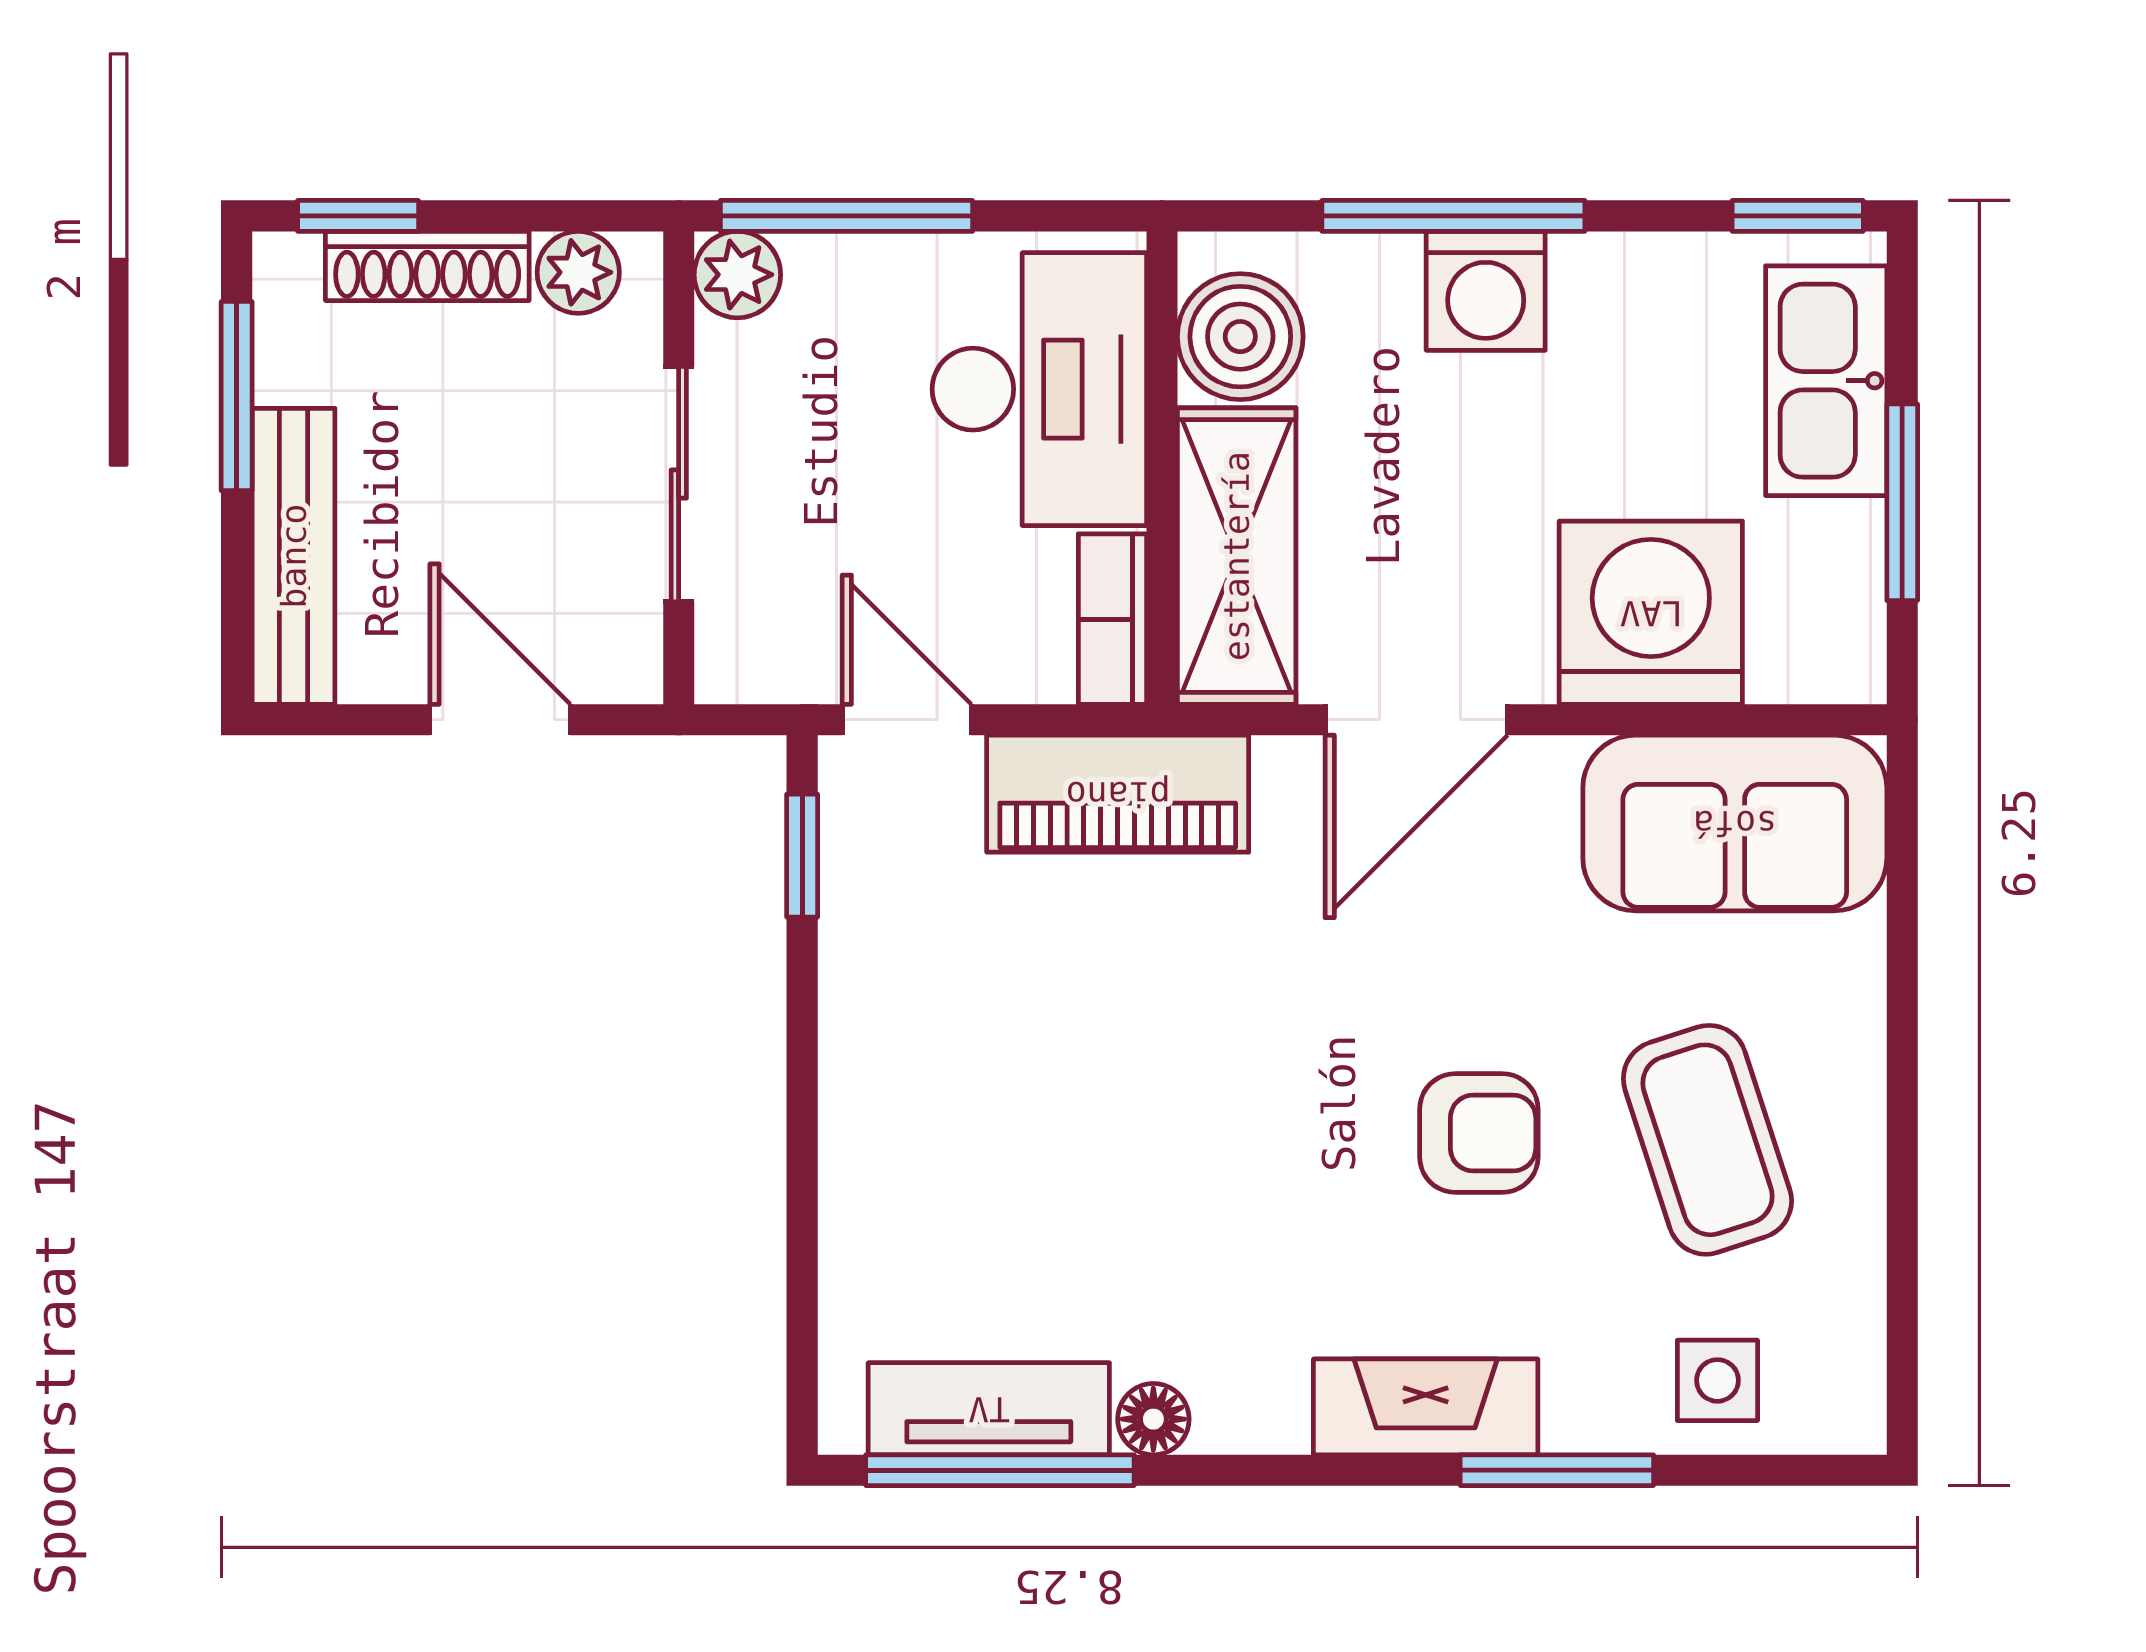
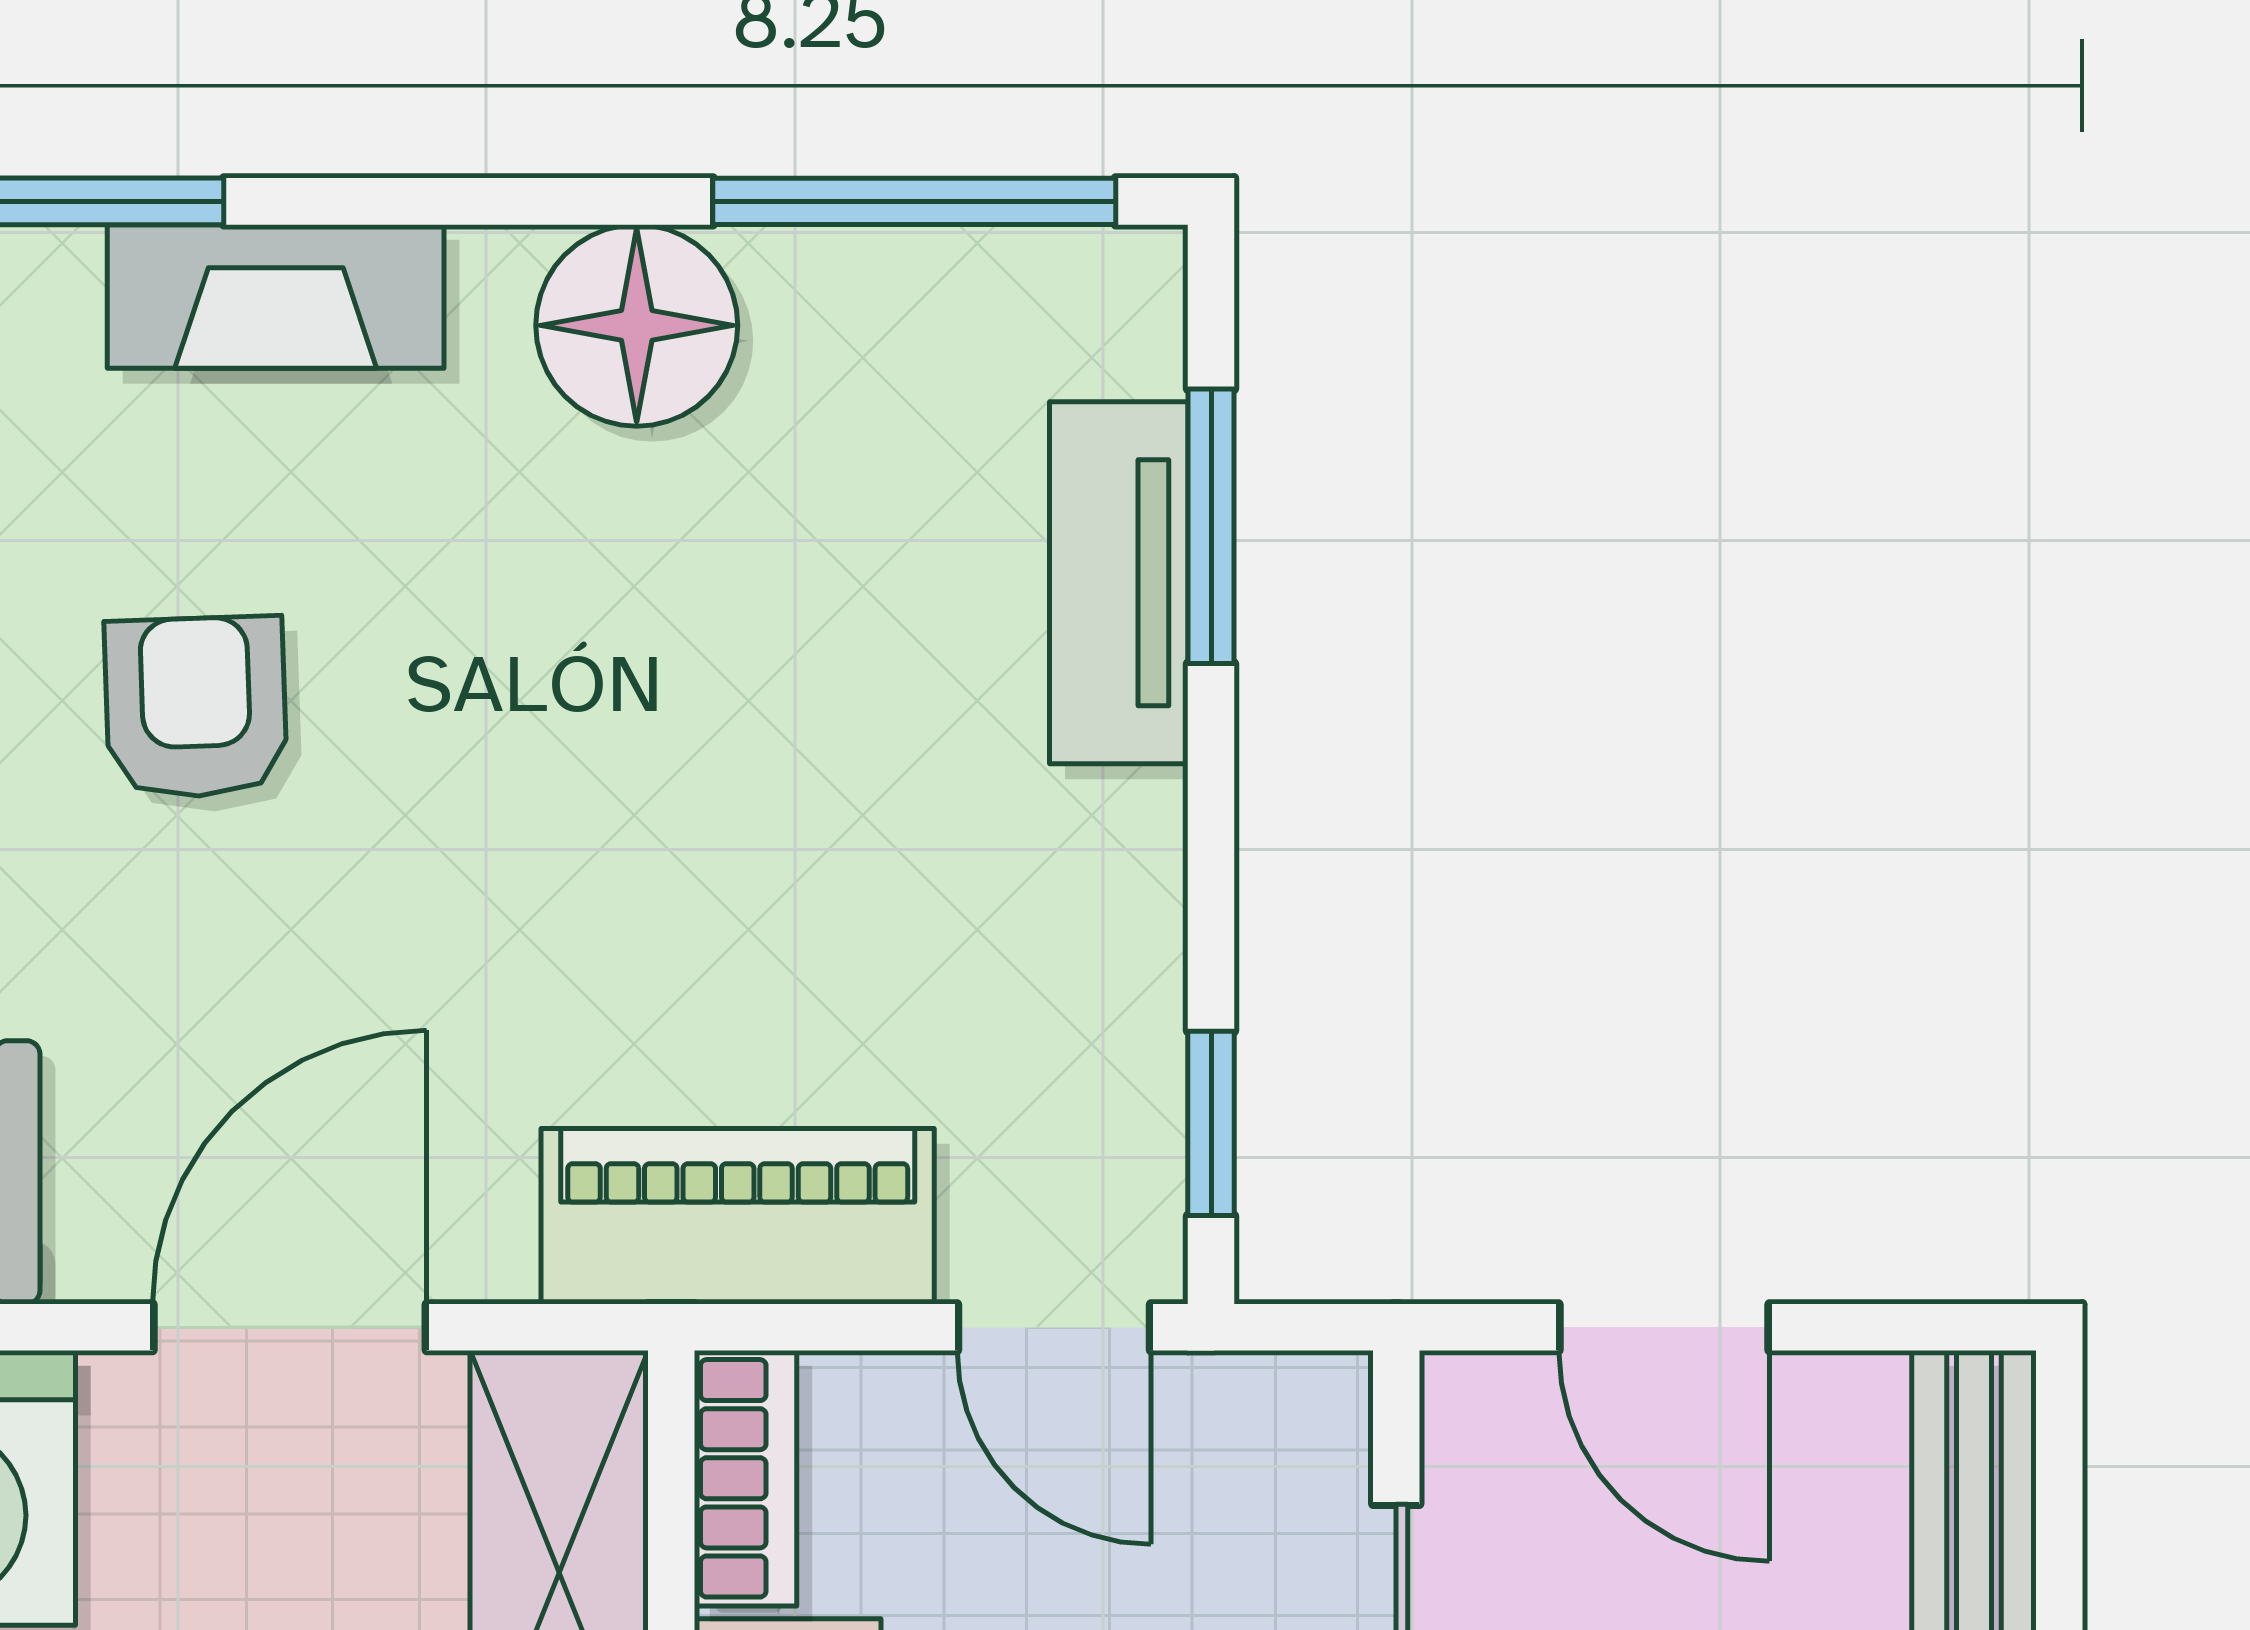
armchair: (1479, 1133) -> (196, 707), turned 88
window: (802, 1254) -> (1211, 526), added
tv unit: (989, 1409) -> (1119, 583), moved, turned 90
floor lamp: (1153, 1419) -> (637, 325), width x1.89, depth x1.89

